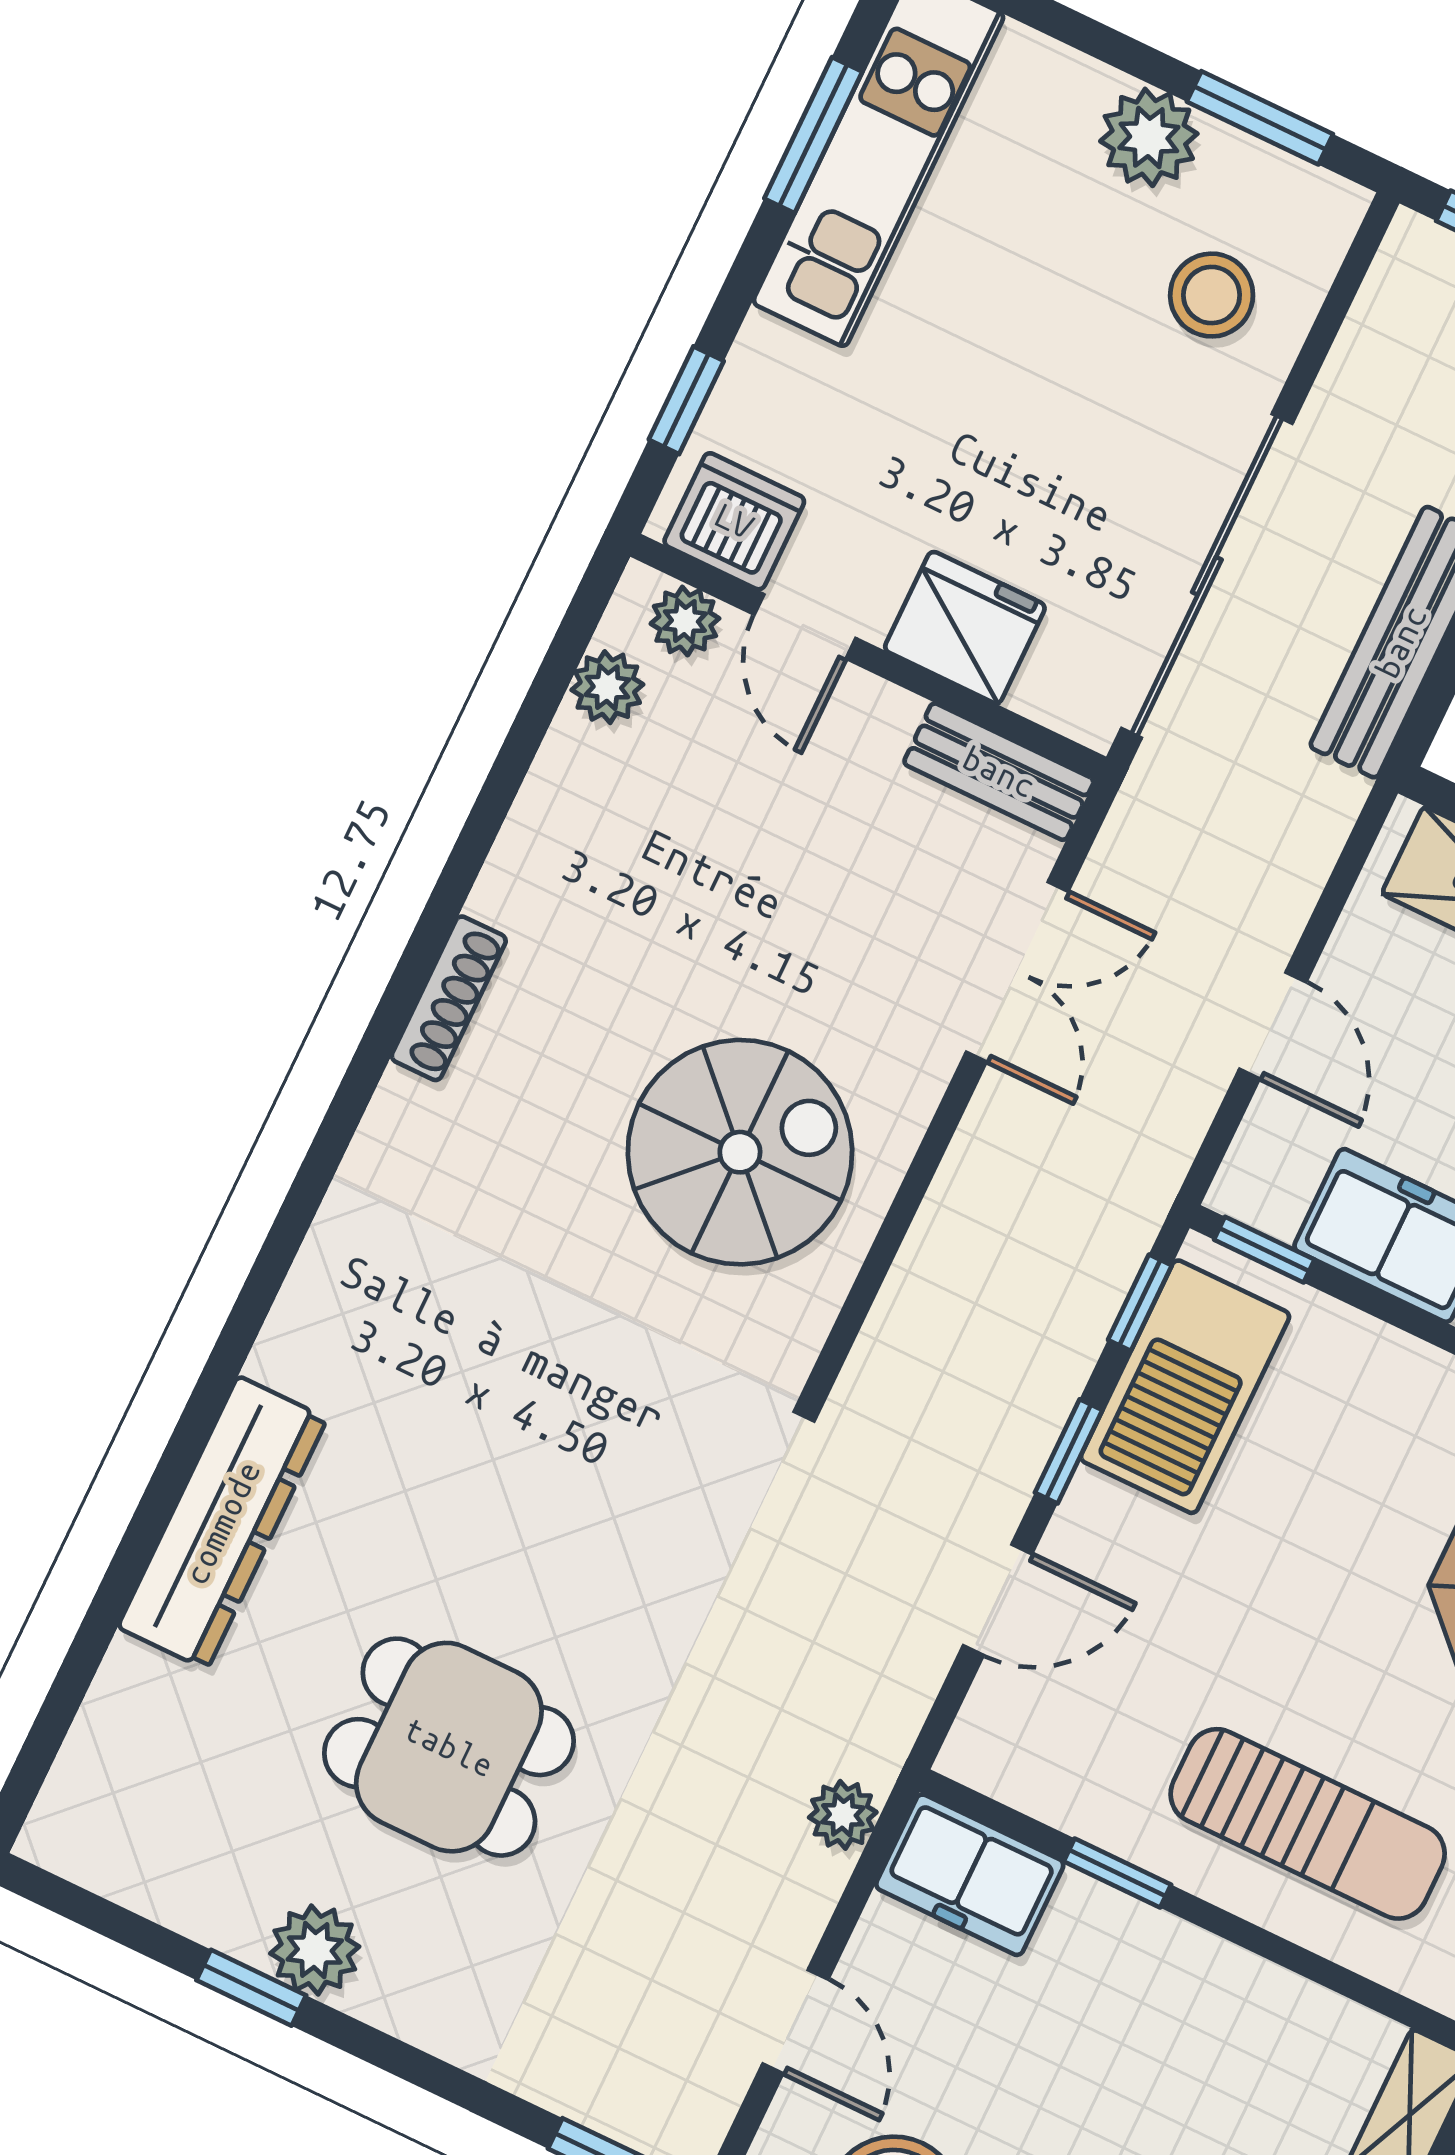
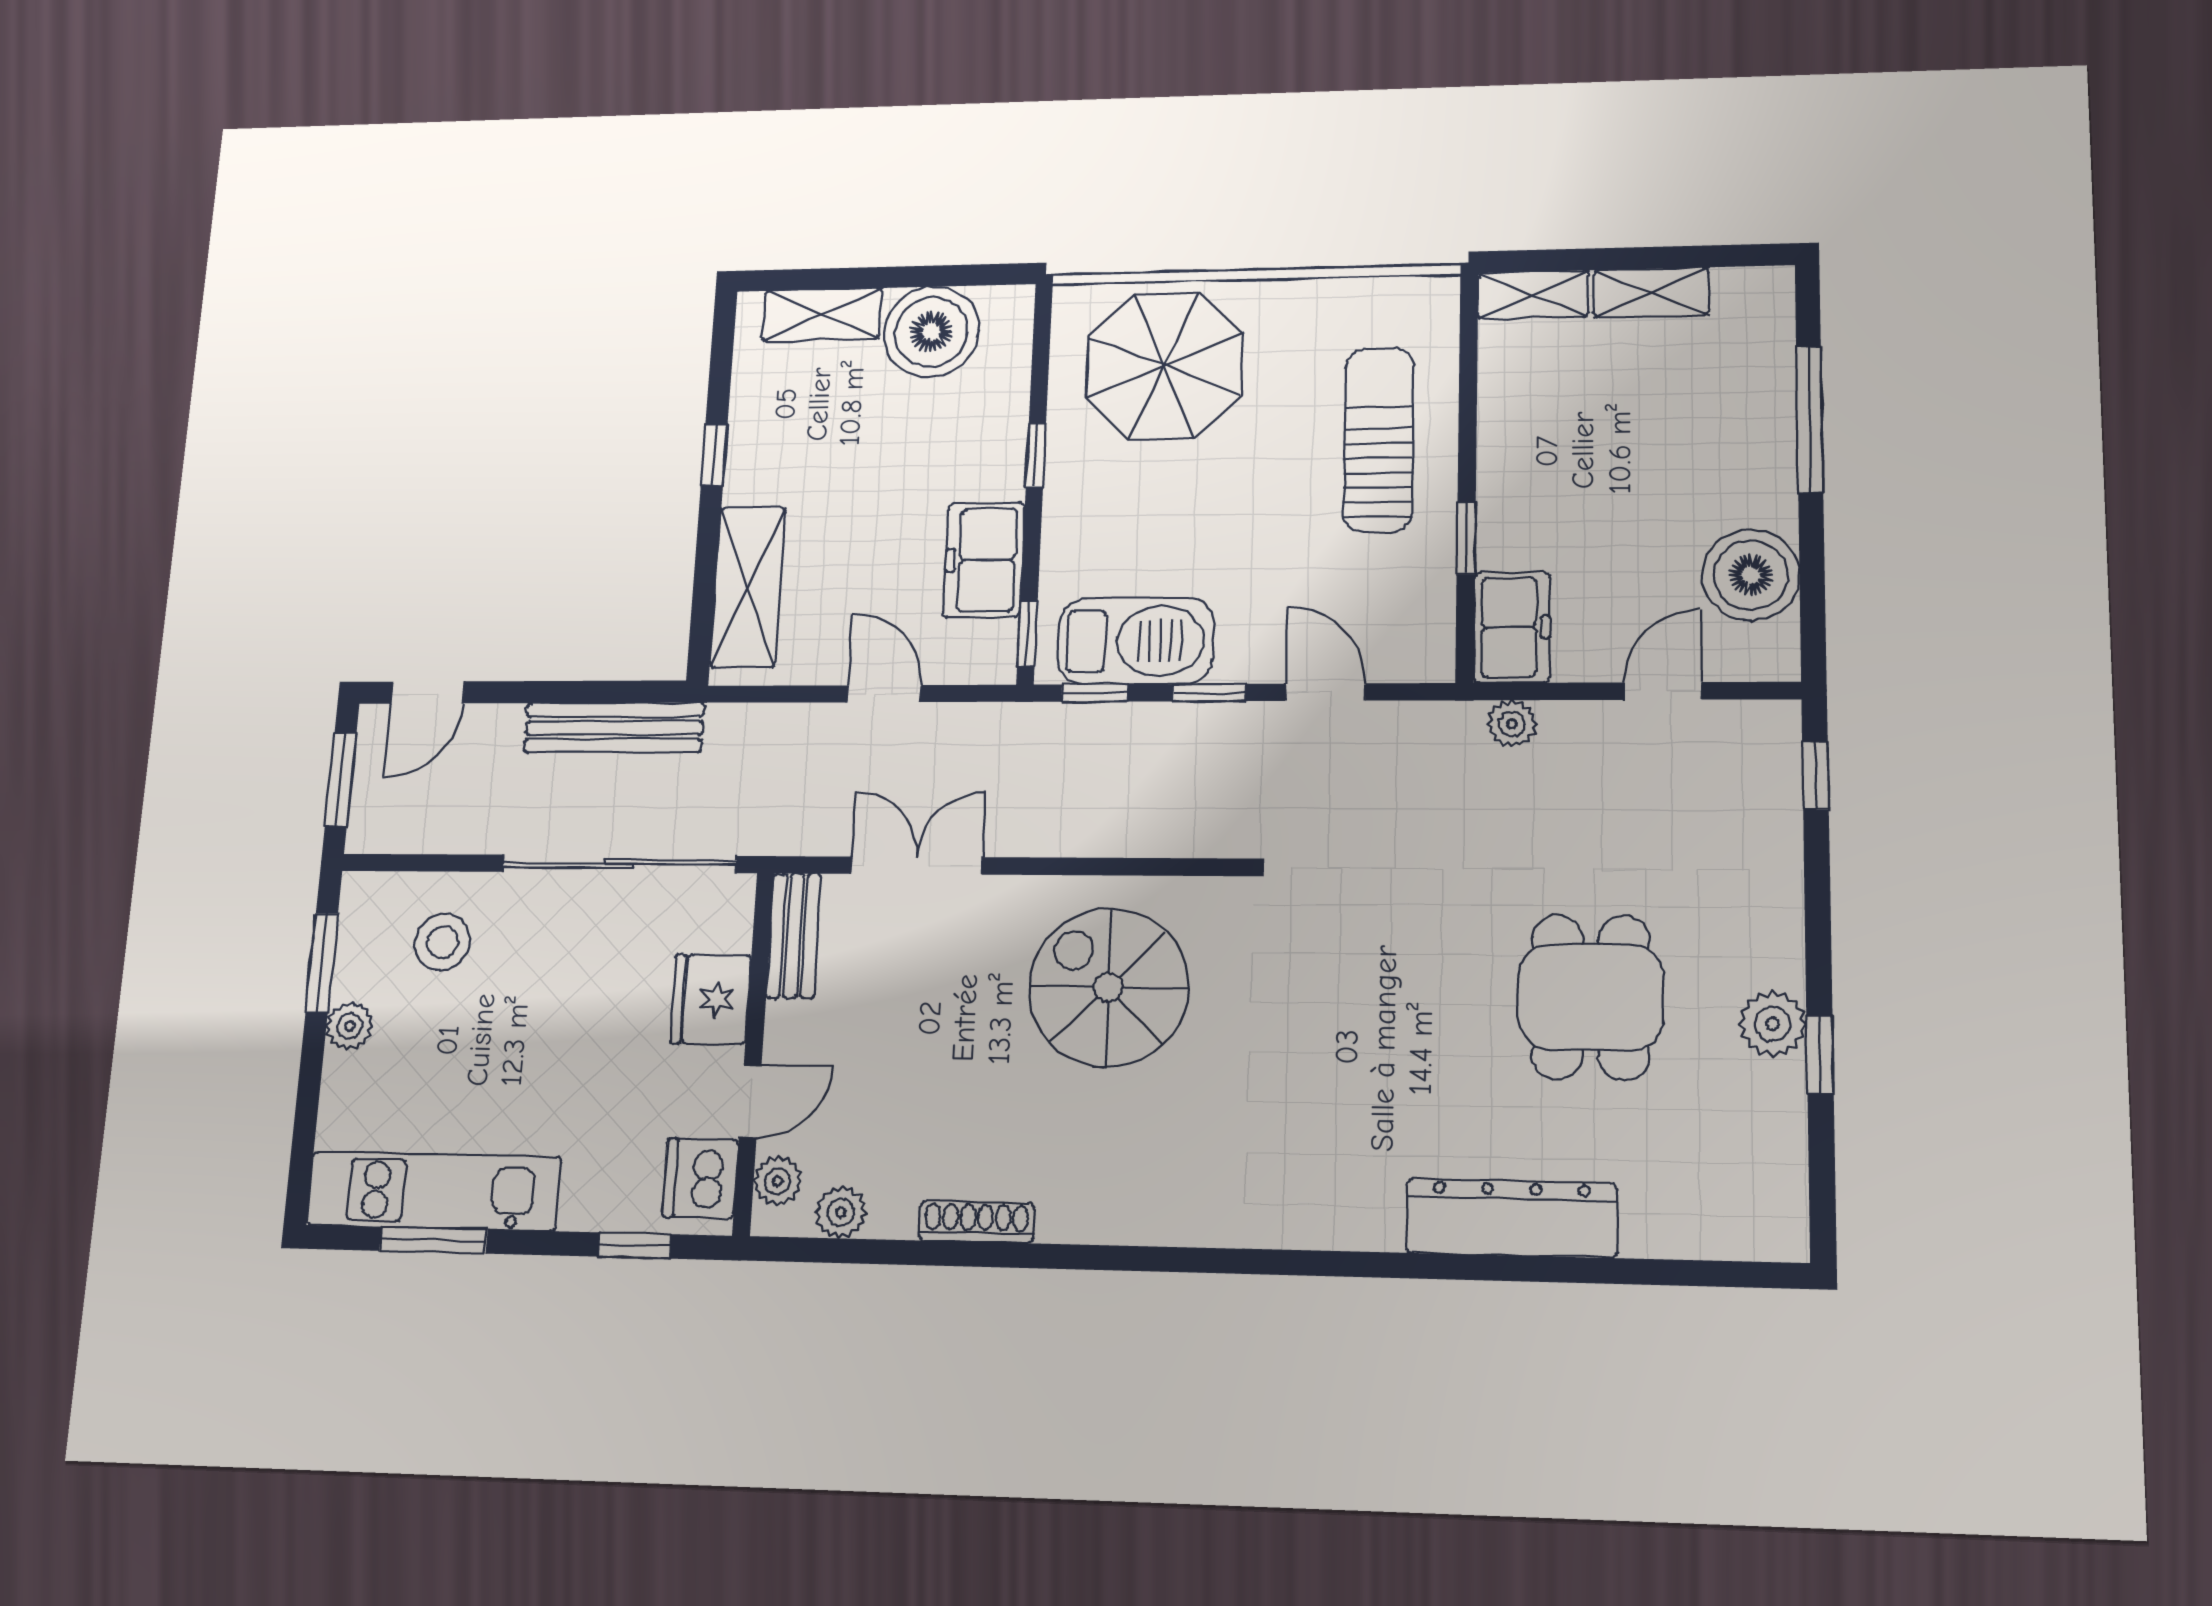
plant: (1149, 137) -> (350, 1026), width x0.73, depth x0.73
shoe rack: (449, 998) -> (977, 1222), moved
door: (1273, 1026) -> (884, 694), hinge flipped

